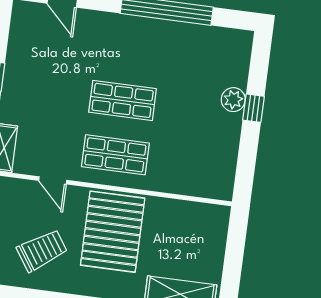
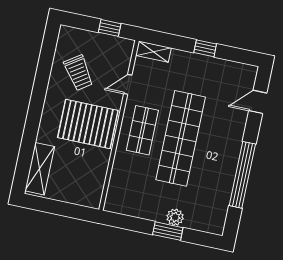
shop shelf: (123, 100) -> (181, 138), width x2.00, depth x1.36
window: (253, 108) -> (168, 231), width x1.50

